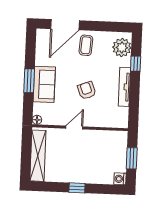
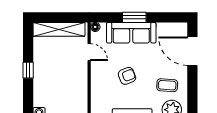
coffee table: (86, 45) -> (167, 85), moved
sofa: (44, 84) -> (131, 33), width x1.36
door: (74, 127) -> (89, 52), moved

